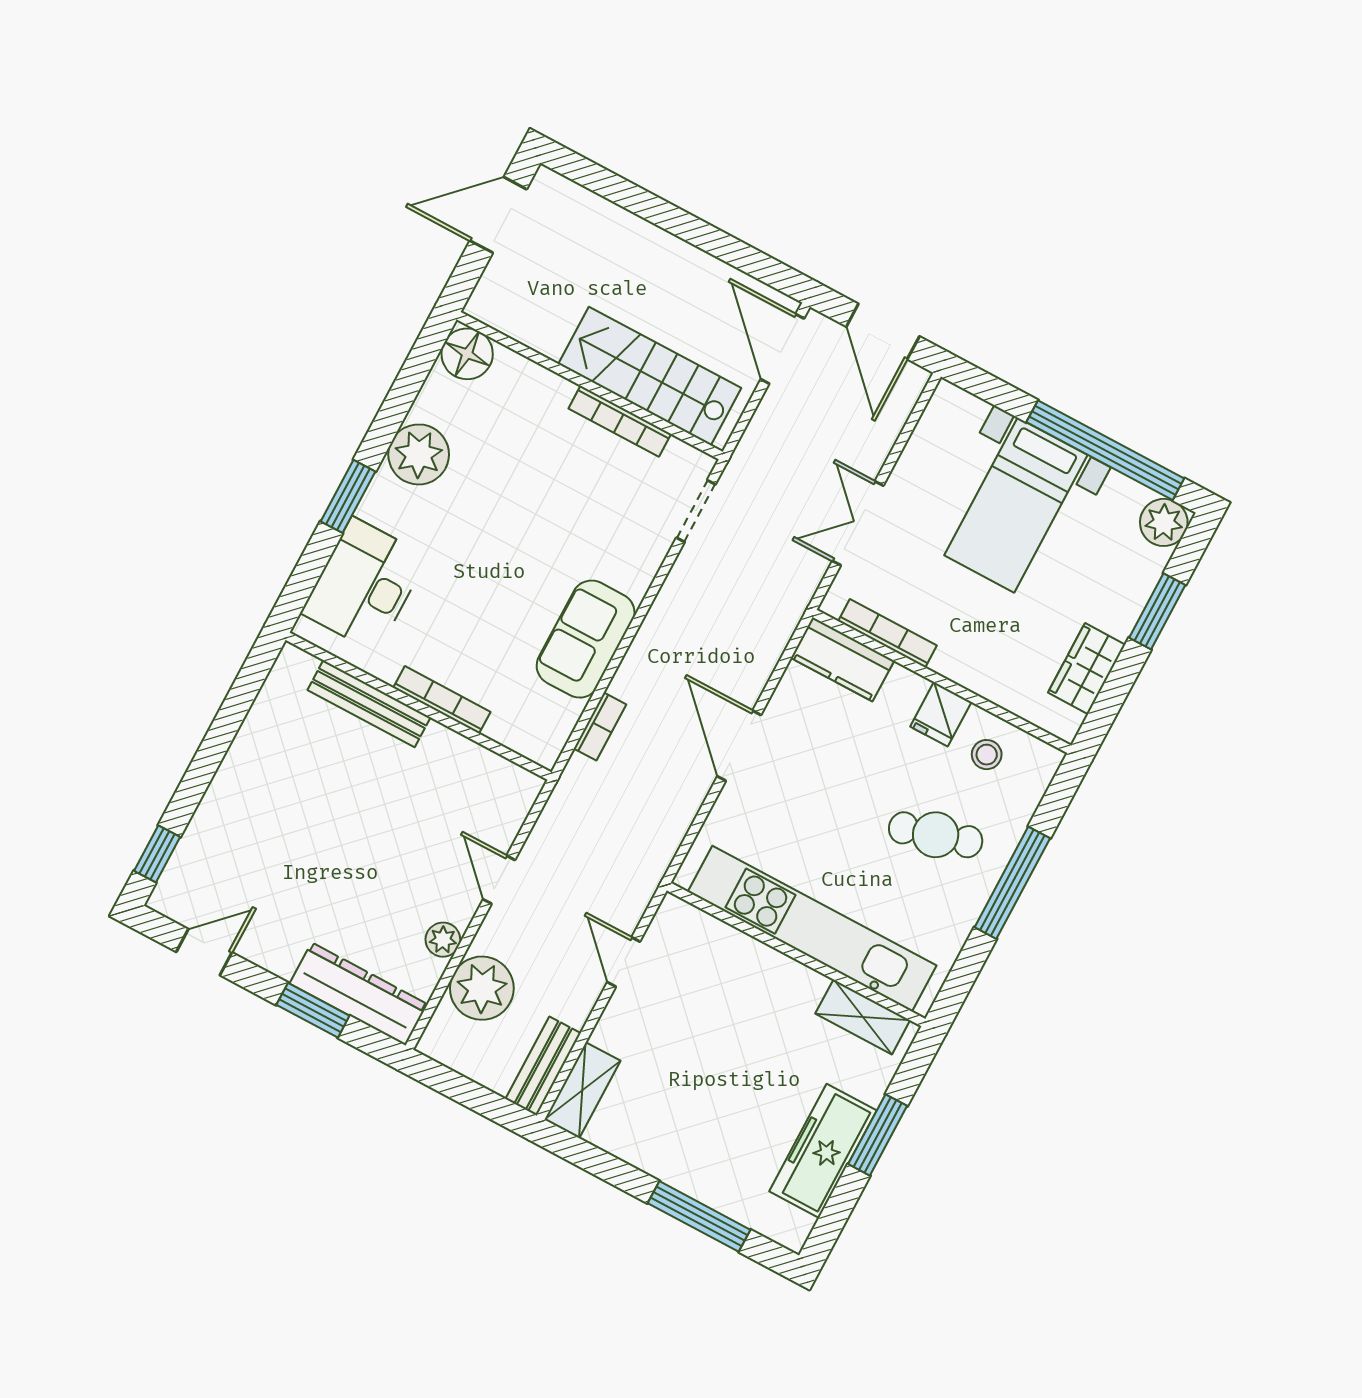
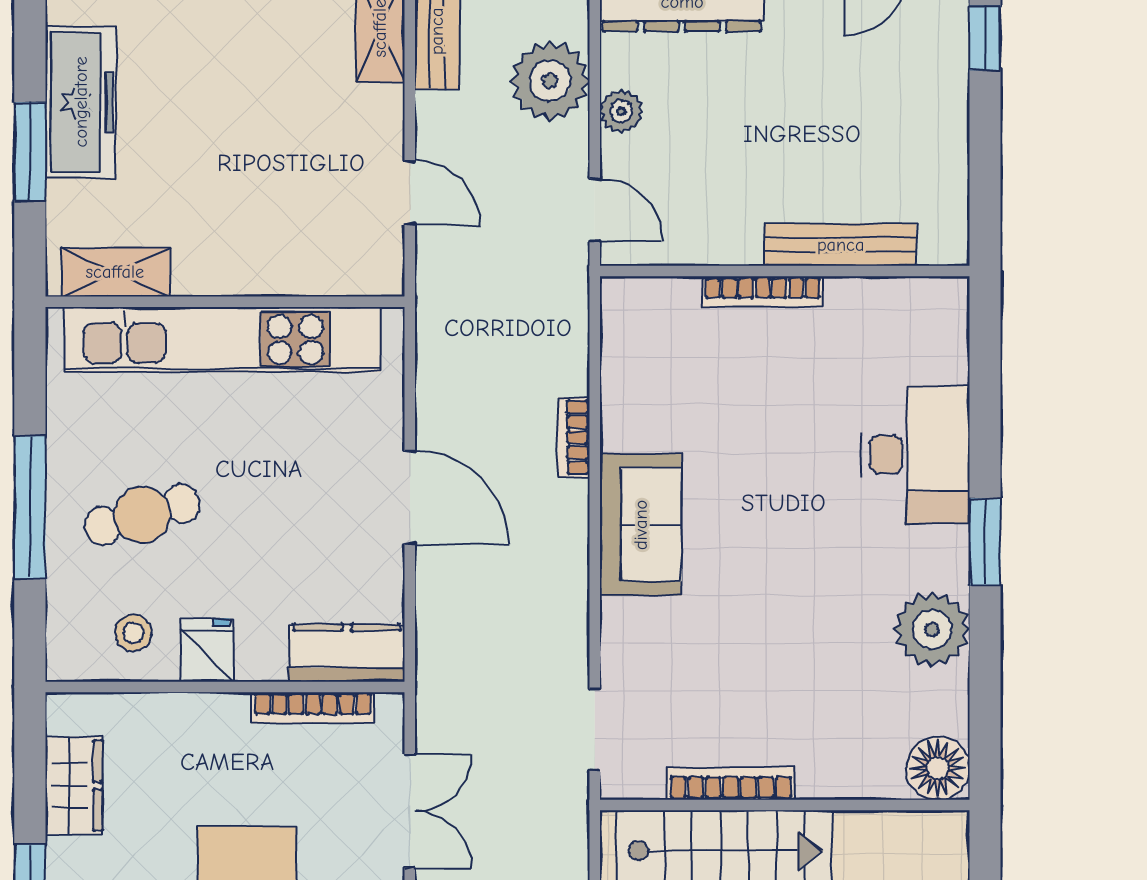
bookcase: (442, 700) -> (763, 292), moved
bench: (369, 704) -> (841, 245), moved
wall: (419, 706) -> (785, 271), moved

